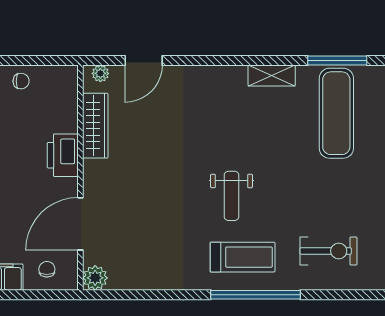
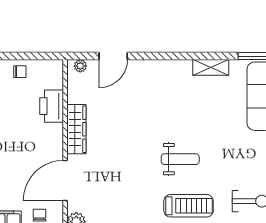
wardrobe: (95, 126) -> (76, 129), moved
printer: (63, 155) -> (52, 106), moved
weight bench: (231, 196) -> (180, 159), turned -90

